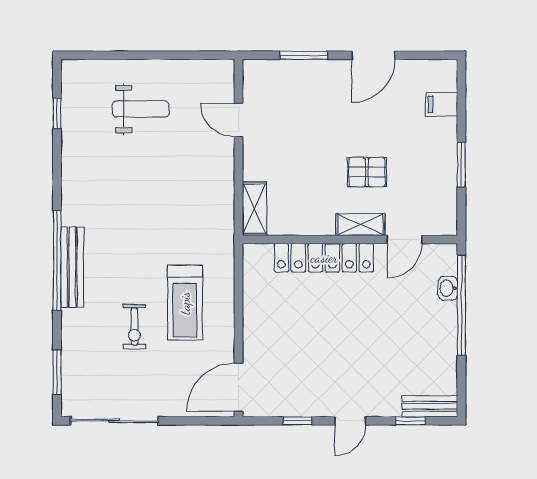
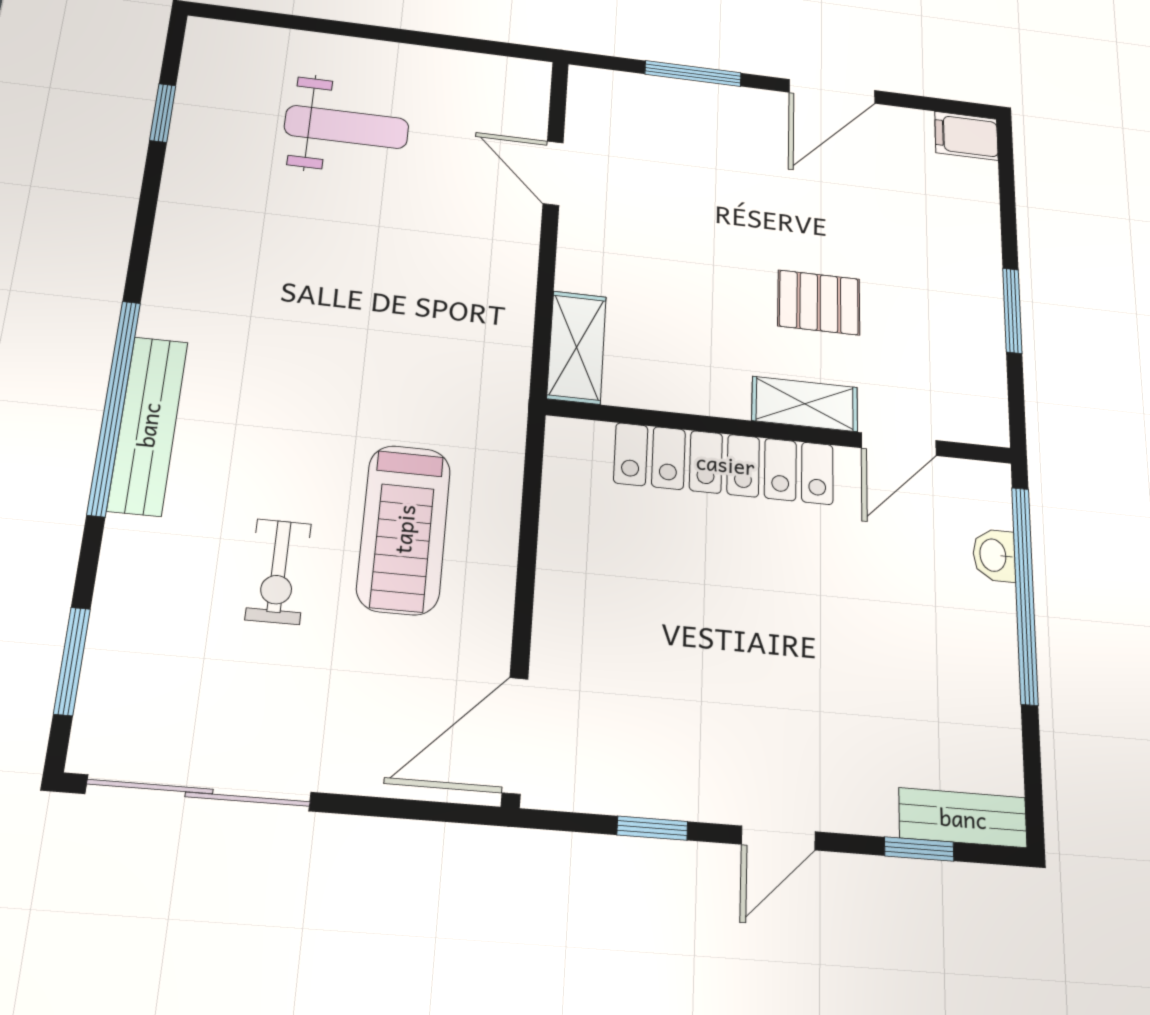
filing cabinet: (442, 104) -> (966, 136), moved

